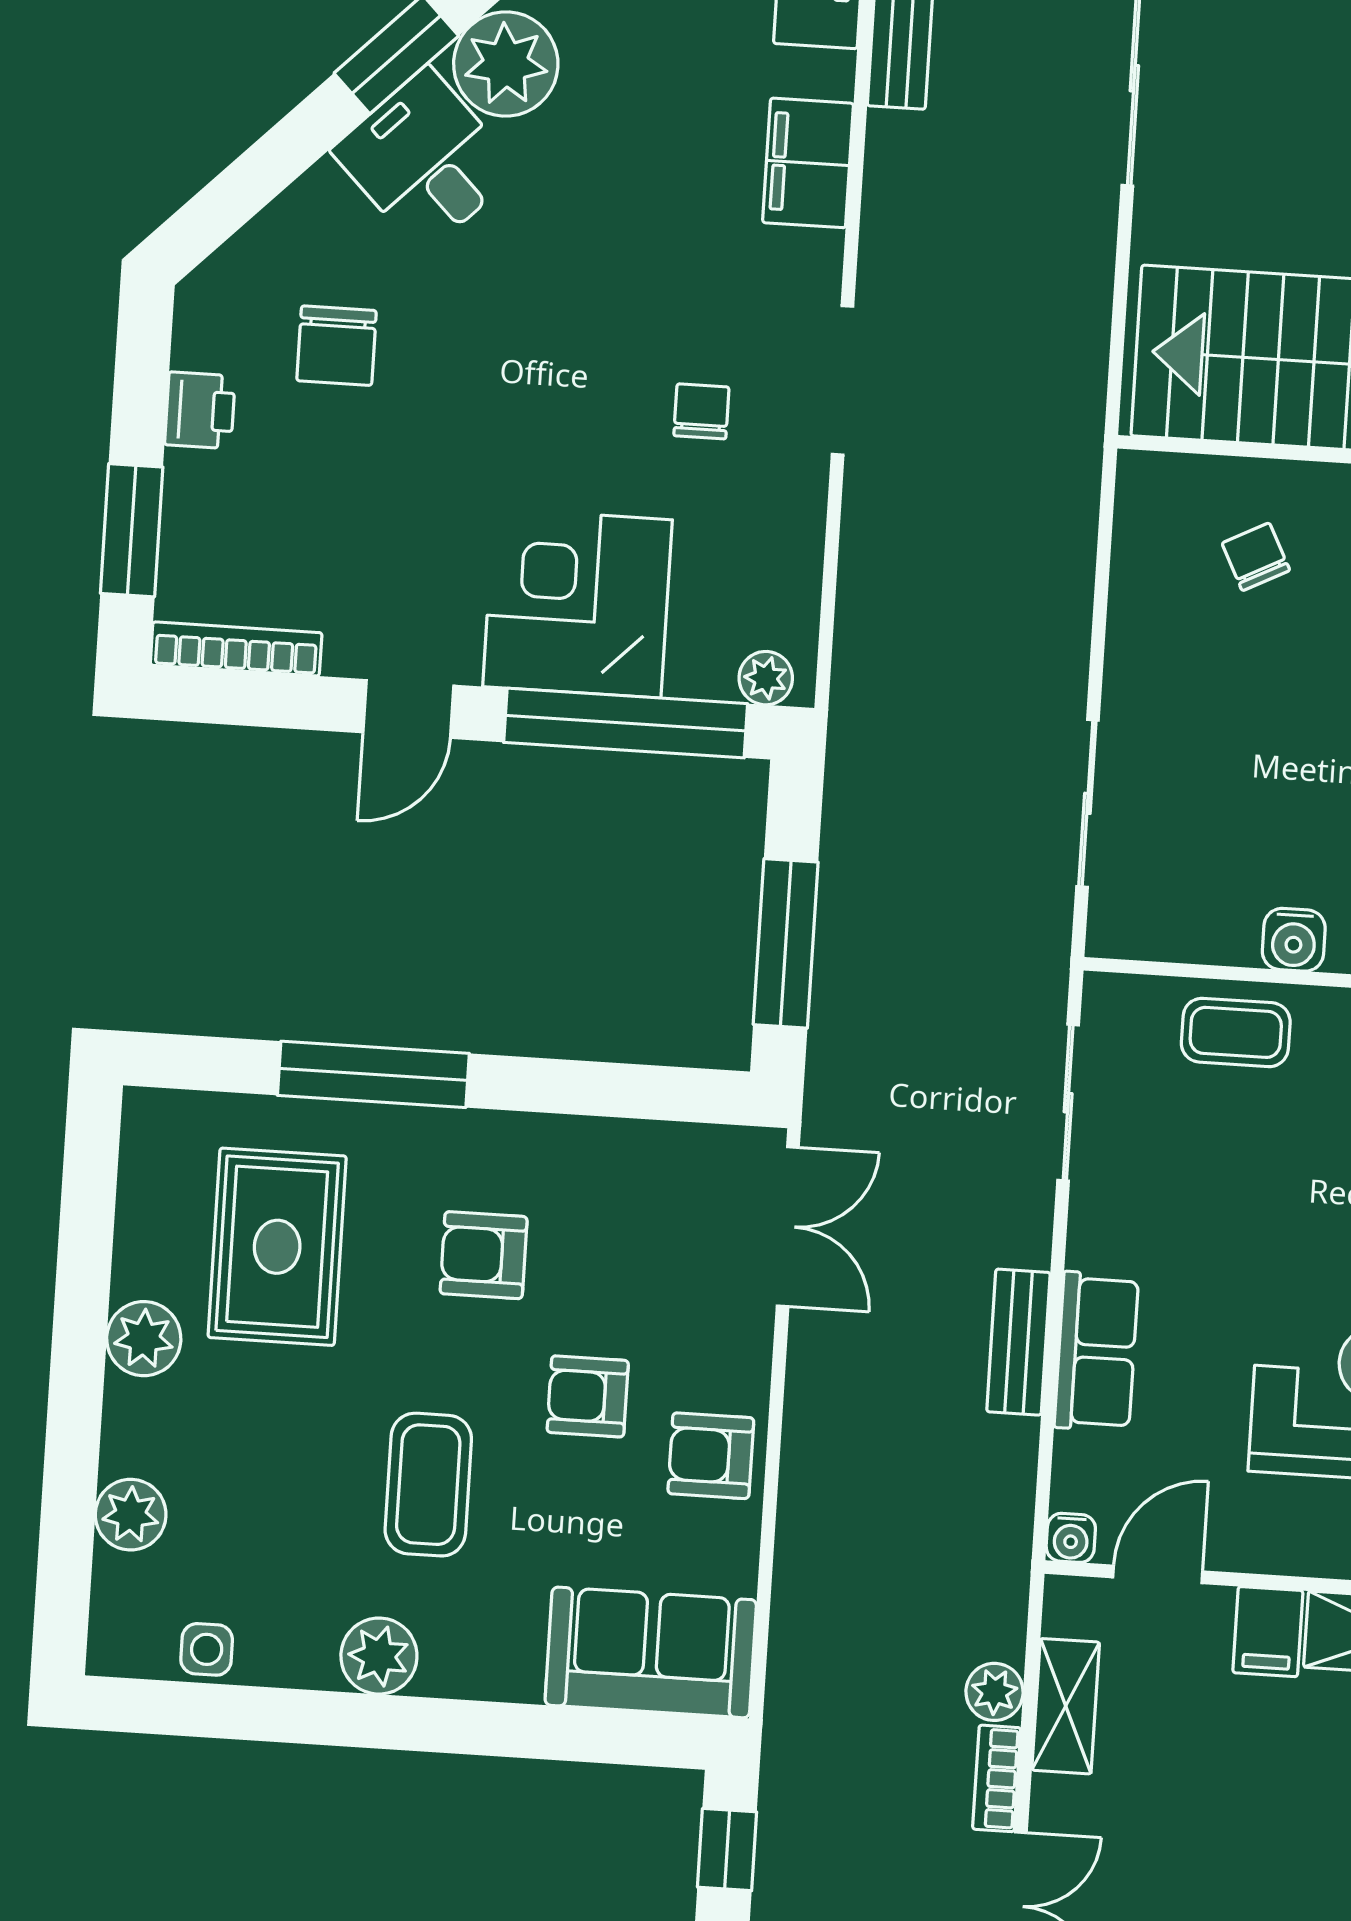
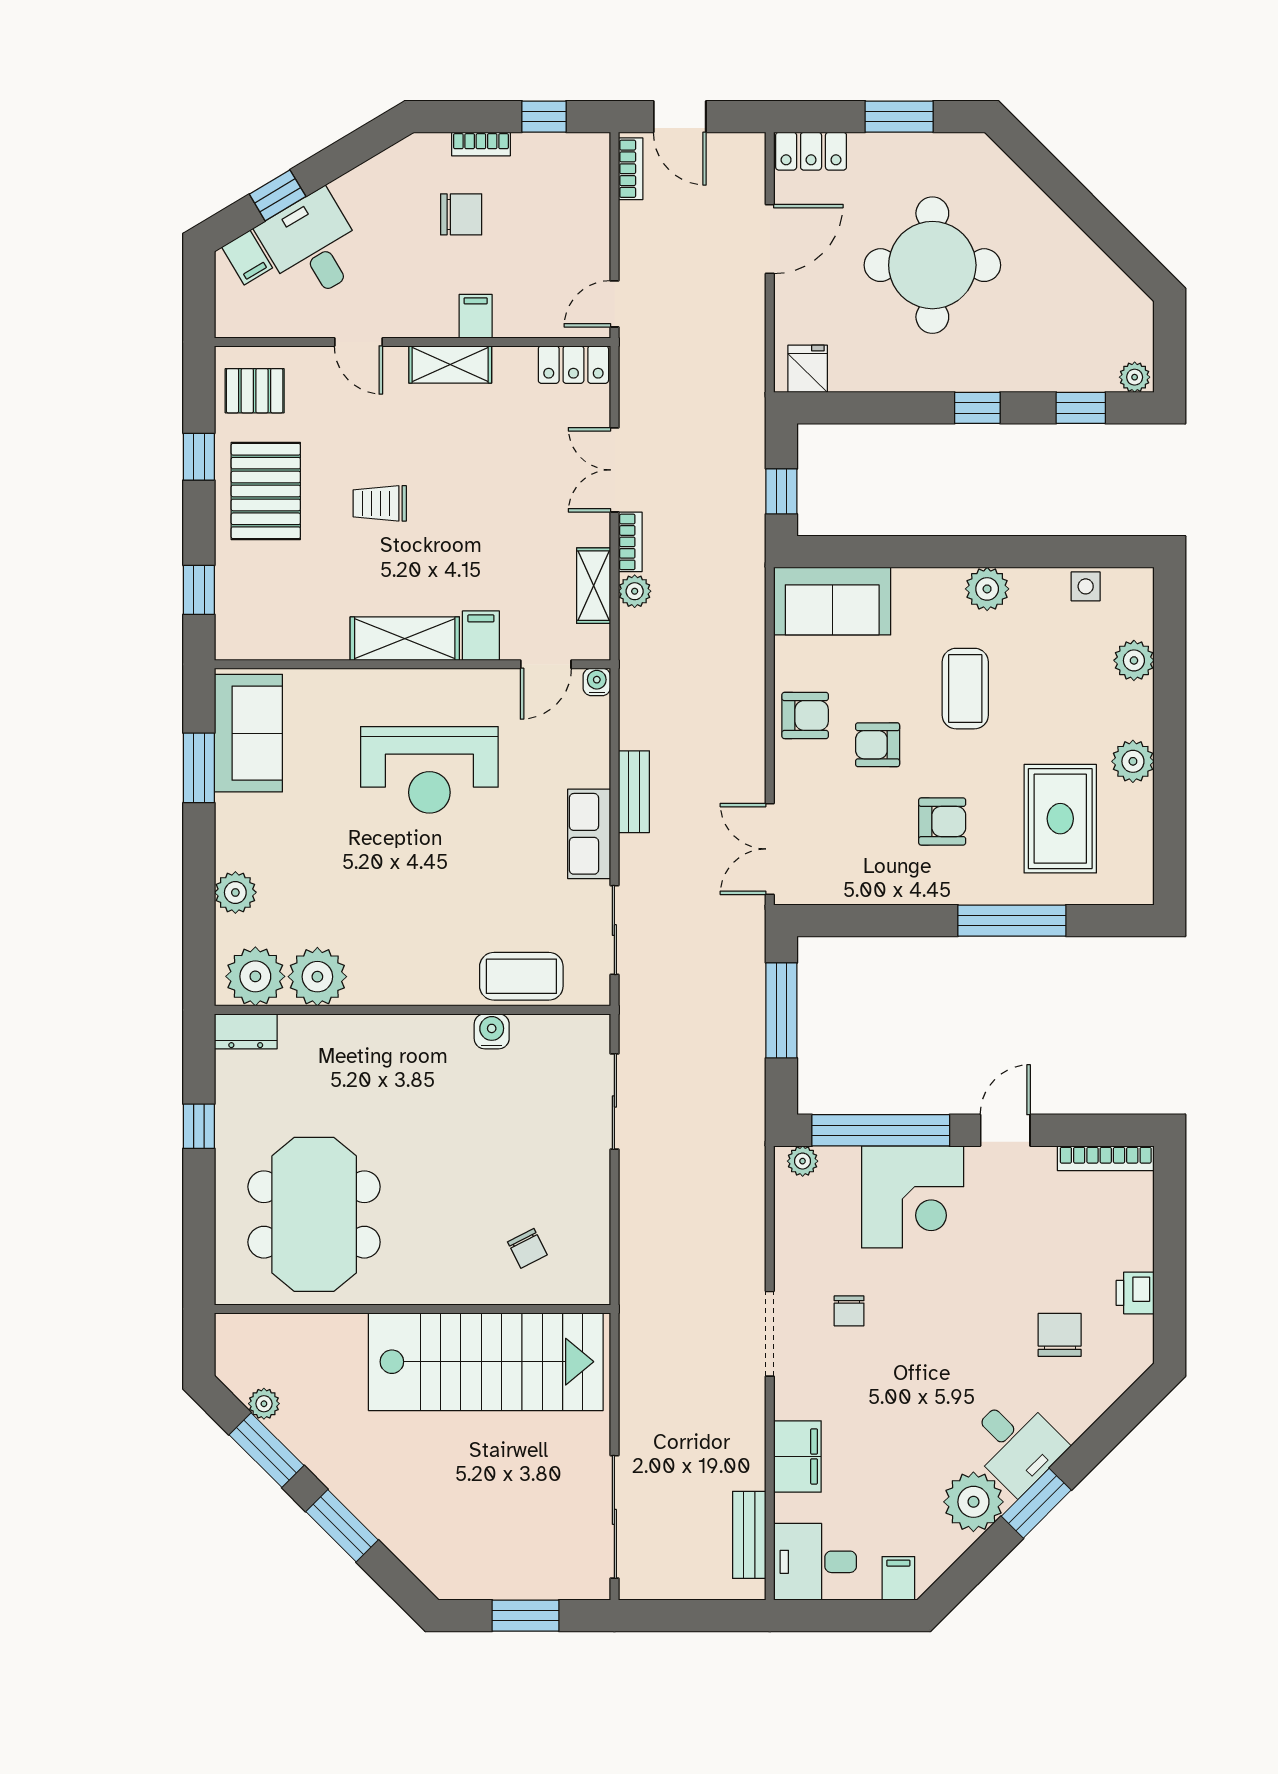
window: (132, 530) -> (1170, 1222), removed
coffee table: (1236, 1032) -> (521, 976), width x1.36, depth x1.30
row of seats: (1096, 1352) -> (589, 834), moved
armchair: (588, 1396) -> (878, 745), turned 180

